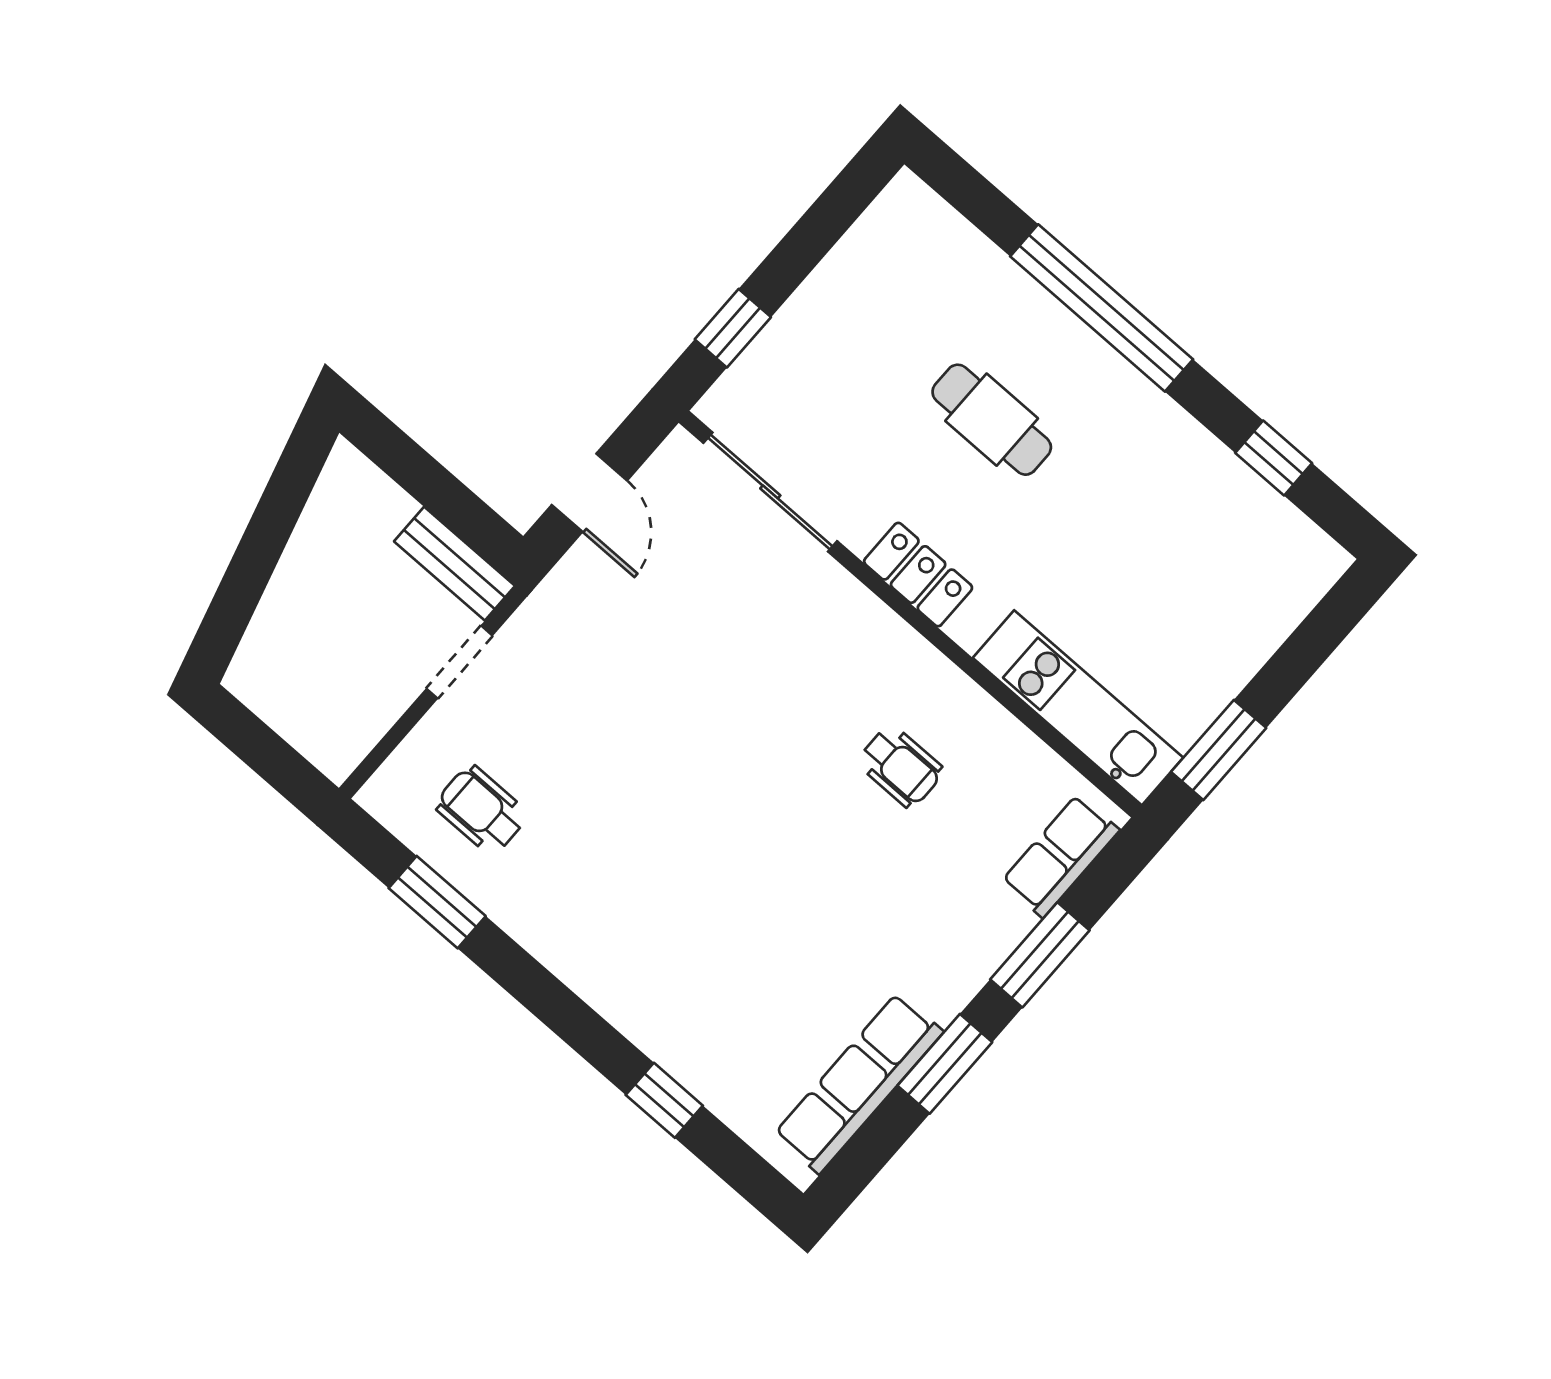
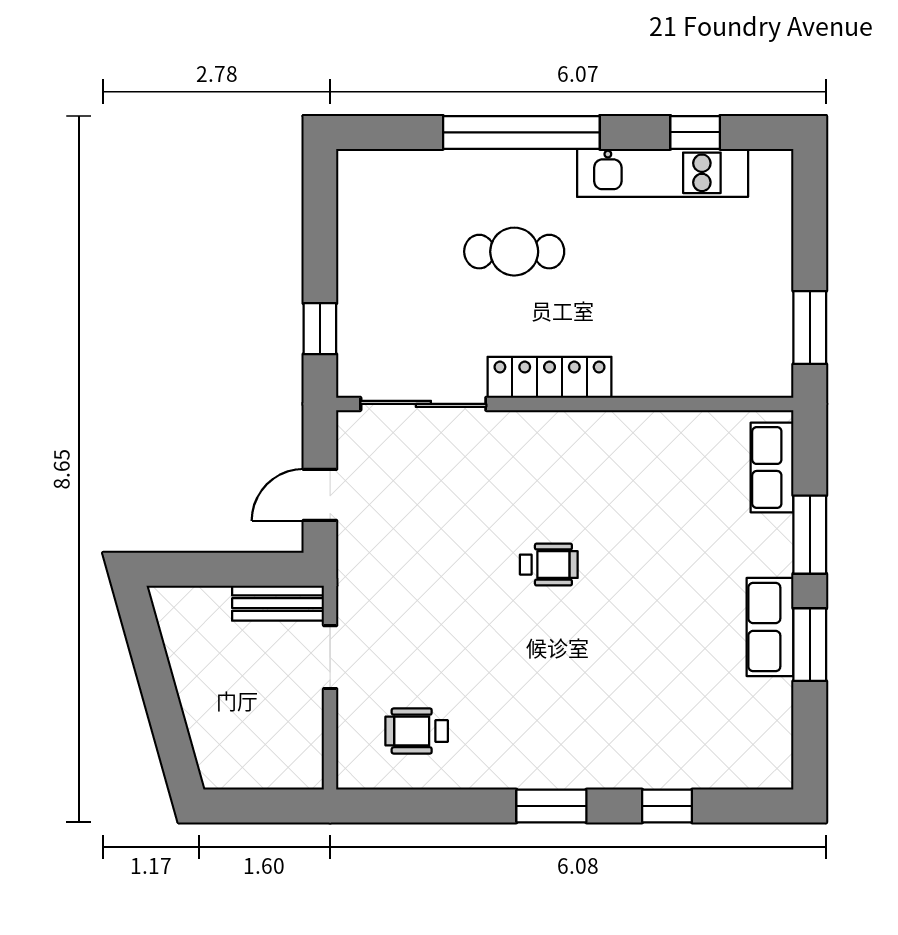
door: (589, 493) -> (320, 495), swing flipped
locker: (918, 575) -> (550, 377), width x1.53
kitchen unit: (1078, 708) -> (663, 173), moved, turned 180
wheelchair: (900, 766) -> (549, 565), moved
window: (437, 902) -> (551, 806), moved
row of seats: (859, 1083) -> (770, 627), moved, width x0.68

